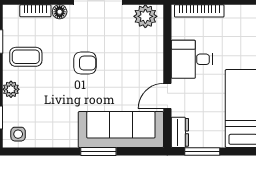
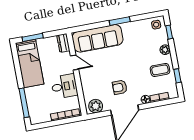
armchair: (85, 63) -> (120, 87), moved
door: (167, 96) -> (74, 63), hinge flipped
window: (98, 151) -> (120, 21), moved
window: (202, 151) -> (33, 37), moved

